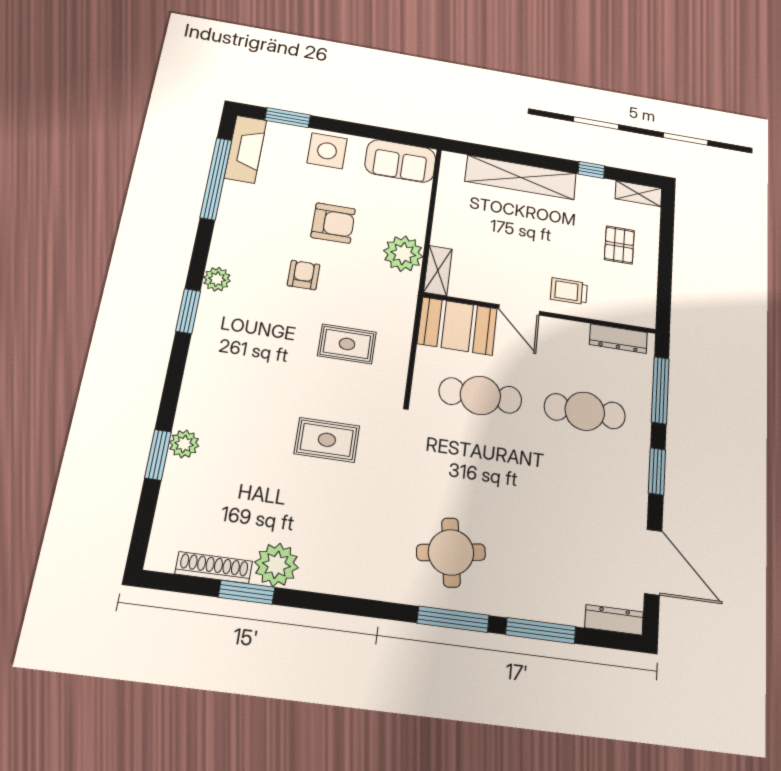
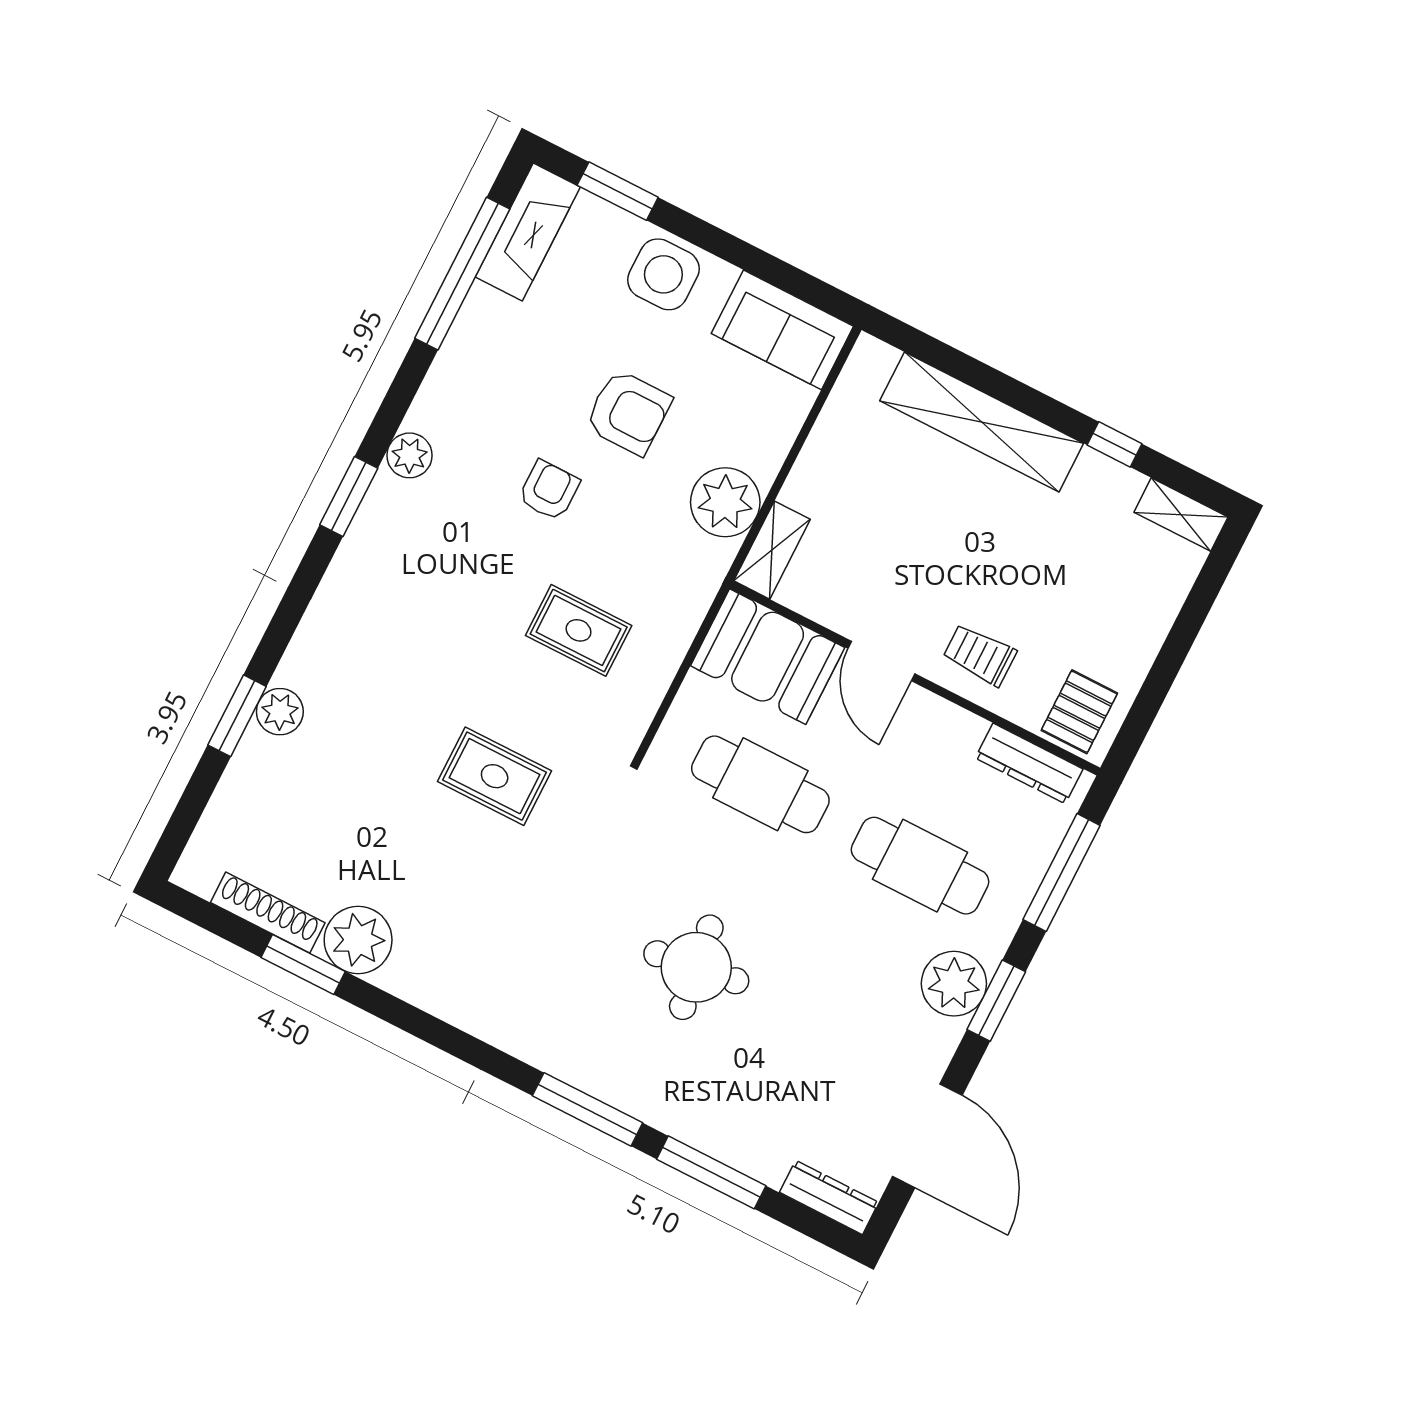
pallet: (619, 245) -> (1079, 712), moved
plant: (630, 470) -> (954, 984), added
round table: (451, 552) -> (696, 967), moved

